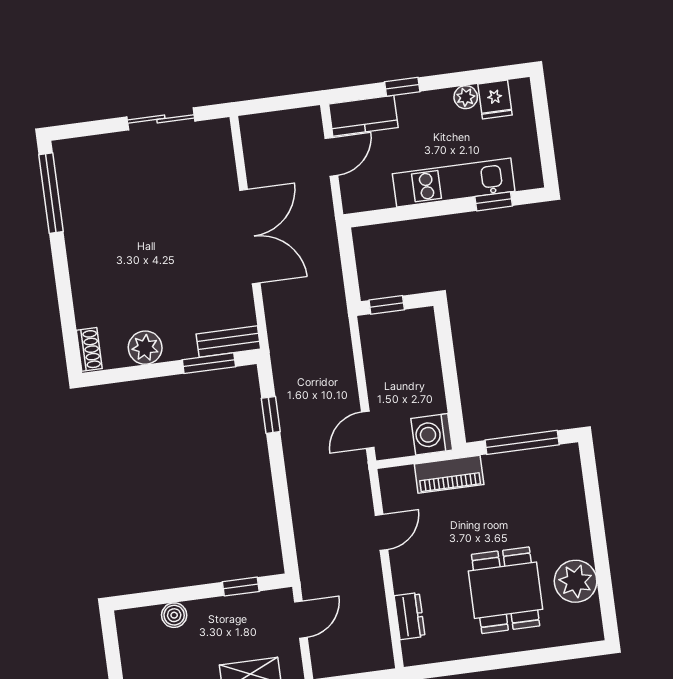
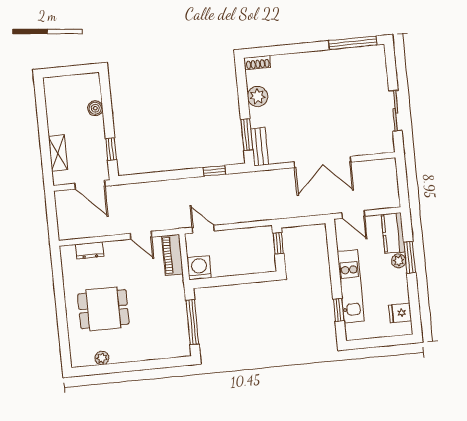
window: (402, 87) -> (410, 257), width x1.50
plant: (466, 97) -> (399, 261), moved
door: (331, 157) -> (353, 214), moved
piano: (449, 474) -> (172, 255), moved
plant: (576, 581) -> (102, 358), width x0.53, depth x0.53
door: (301, 620) -> (90, 185), width x1.38

